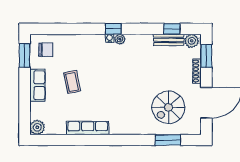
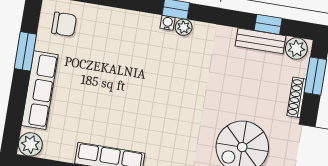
window: (25, 55) -> (25, 51), moved
coffee table: (72, 82) -> (97, 82), removed
row of seats: (37, 85) -> (40, 90), width x1.48

